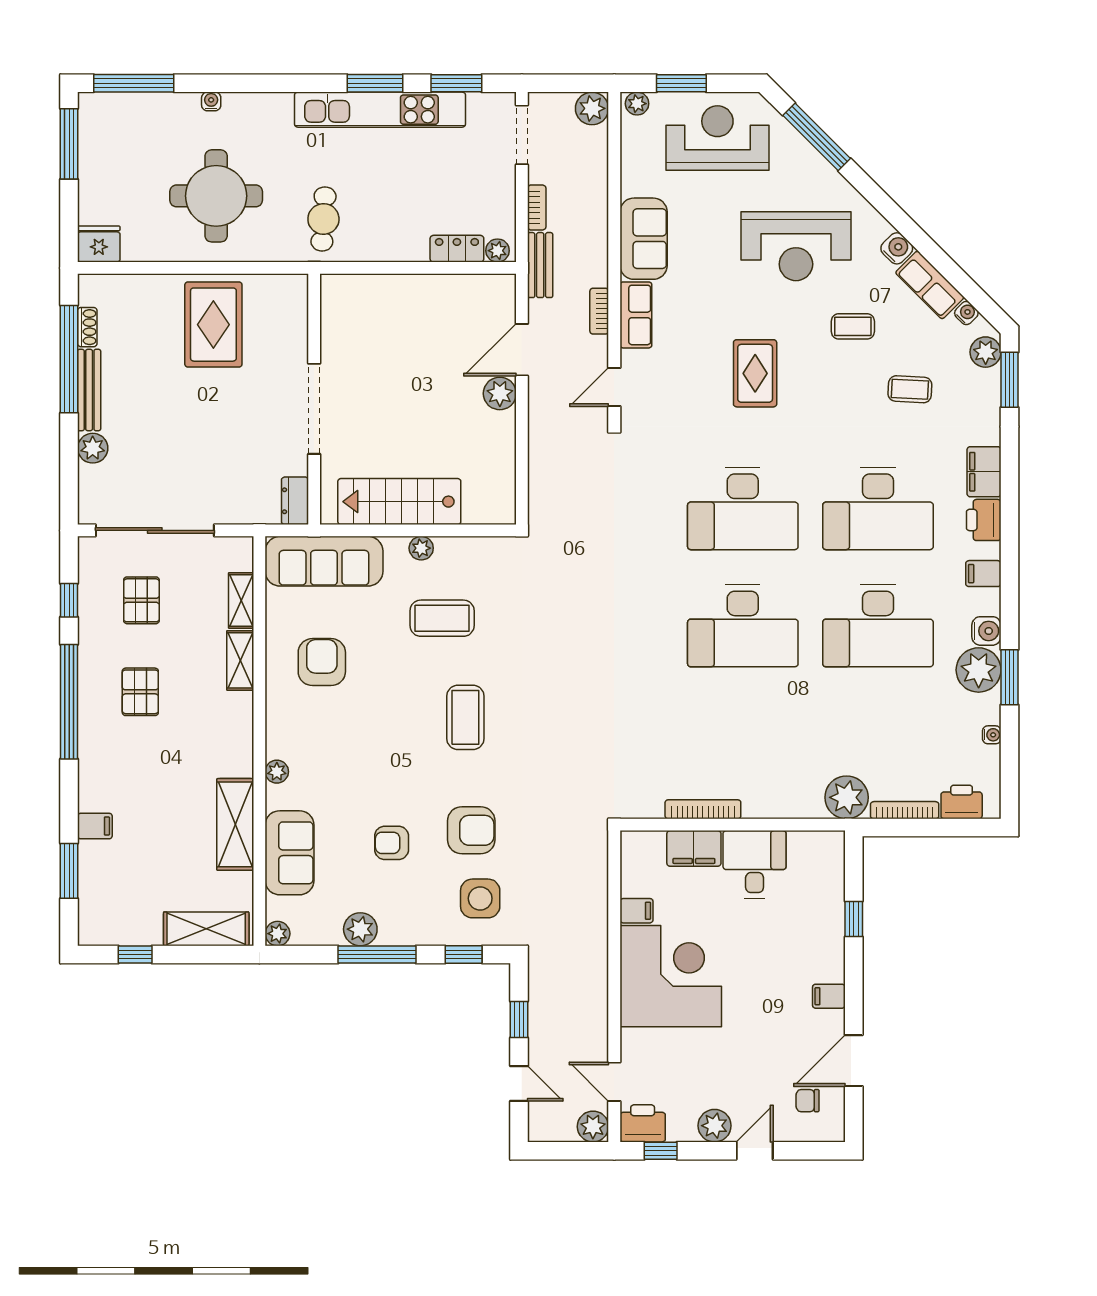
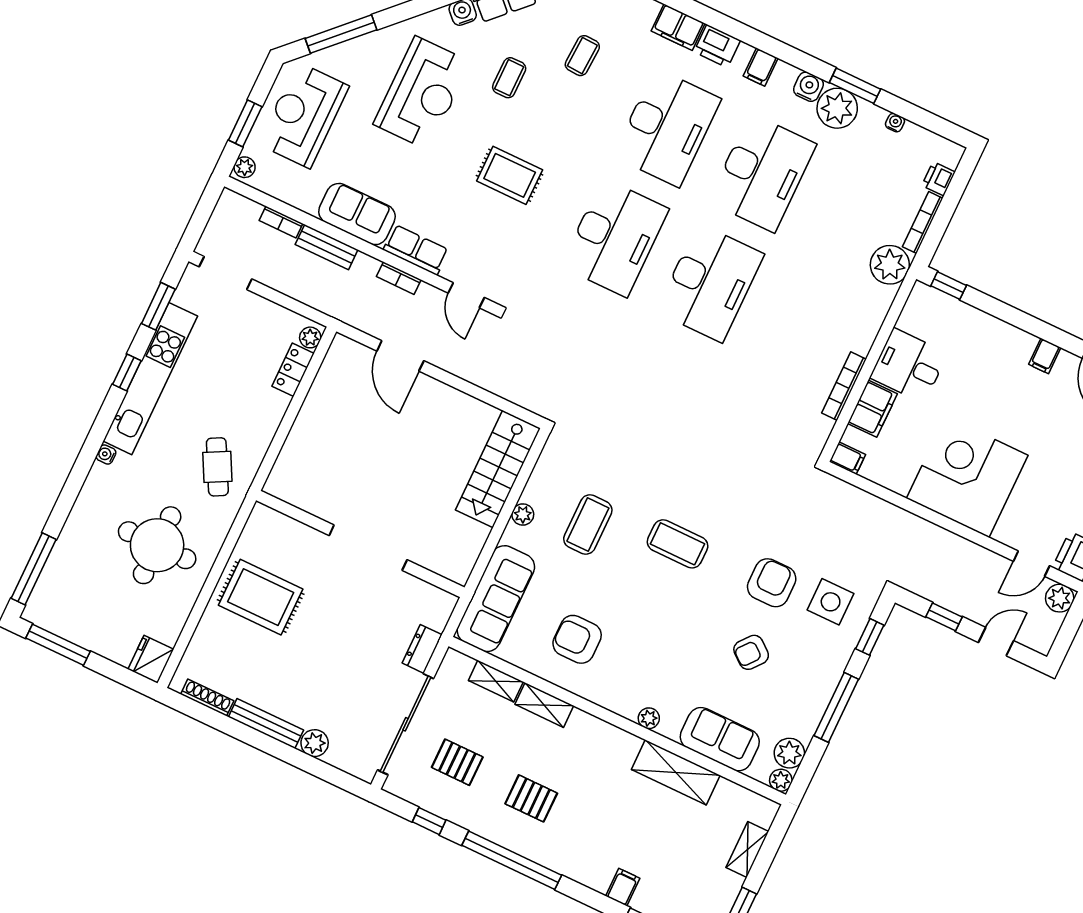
window: (375, 83) -> (127, 373), width x0.67
water cooler: (211, 101) -> (106, 454), moved
plant: (592, 108) -> (231, 206), removed
bookcase: (537, 208) -> (281, 222), moved, turned 180
cafe table: (323, 219) -> (217, 467), turned 58
bench: (540, 265) -> (327, 247), moved
shoe rack: (87, 327) -> (207, 697), width x1.43
window: (69, 359) -> (233, 728), removed
plant: (500, 393) -> (427, 391), removed
dresser: (295, 501) -> (422, 649), moved, turned 90
stairs: (399, 502) -> (498, 469), moved
printer: (962, 802) -> (939, 179), width x0.73, depth x0.81
armchair: (392, 843) -> (751, 652), turned 39
filing cabinet: (636, 911) -> (847, 458), moved, turned 90
window: (854, 919) -> (949, 286), moved
shelving: (206, 929) -> (747, 850), width x0.67, depth x0.75
plant: (360, 929) -> (789, 753), moved

